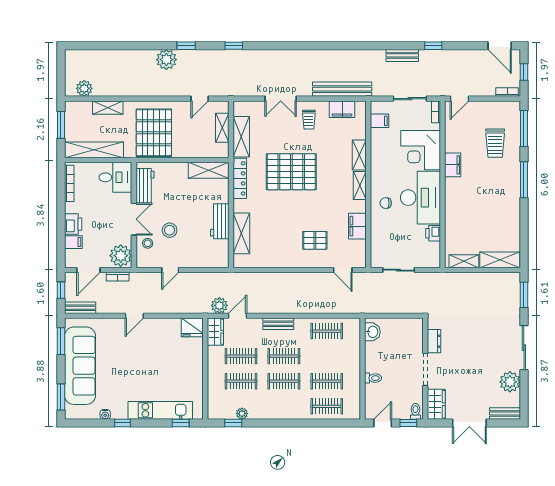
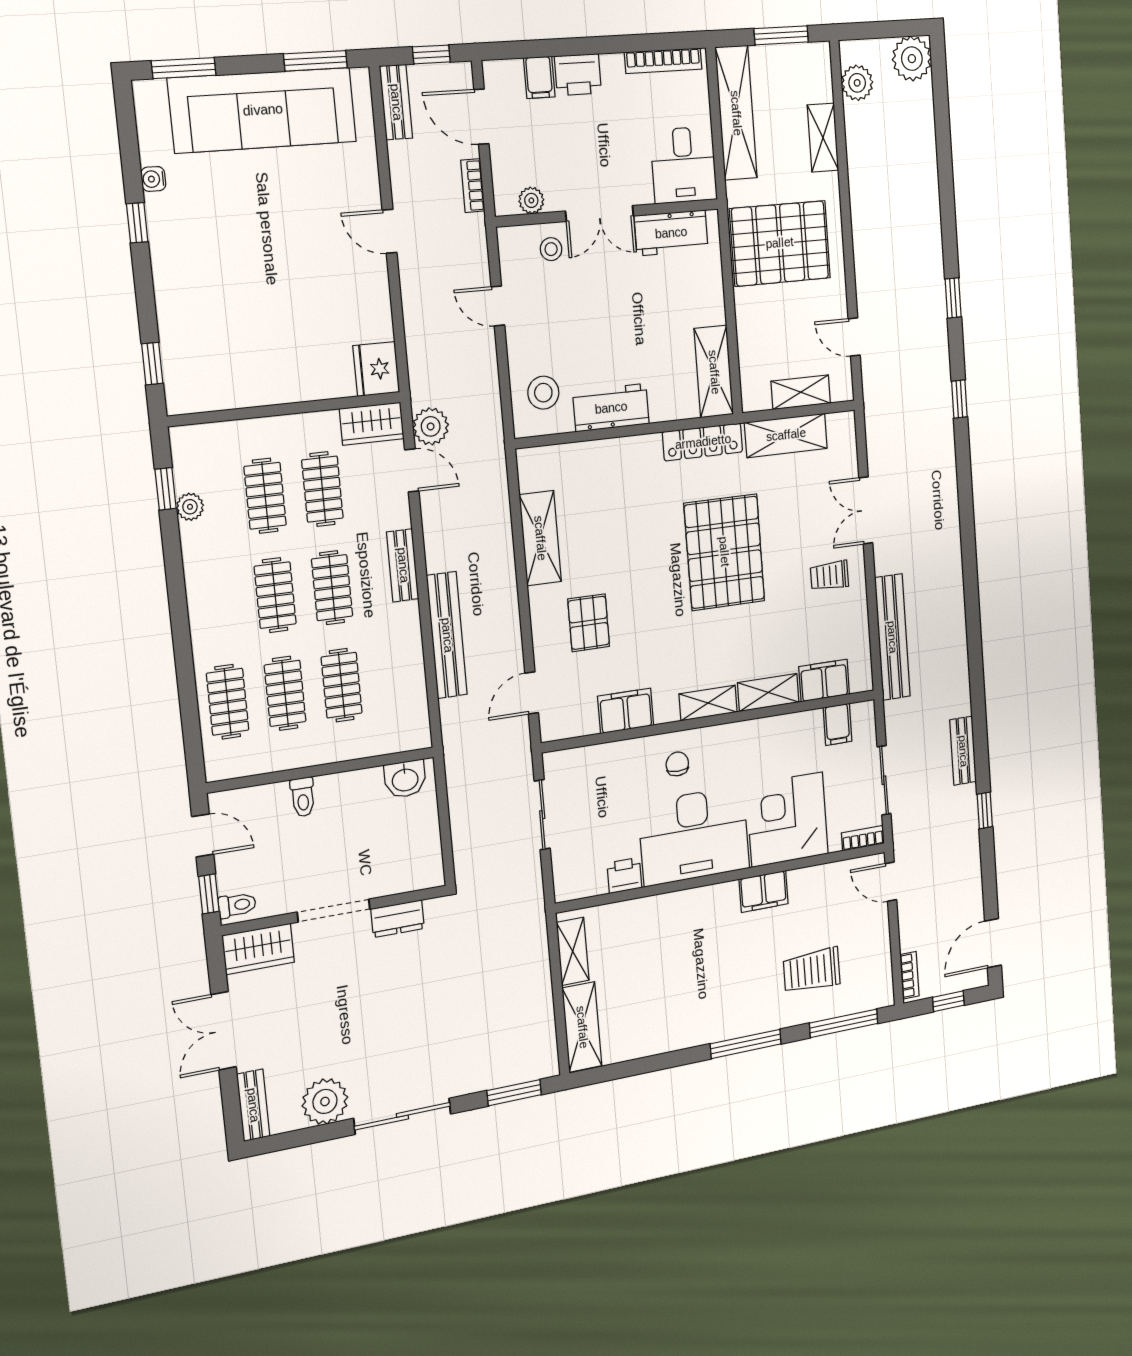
plant: (166, 60) -> (912, 59), moved
filing cabinet: (342, 109) -> (824, 680), moved, turned 90
stool: (170, 230) -> (543, 393), moved
shelving: (241, 233) -> (540, 538), moved, turned 90
plant: (121, 256) -> (531, 200), width x0.53, depth x0.53
bench: (311, 307) -> (447, 635), added
clothes rail: (327, 331) -> (342, 685), moved
kitchen unit: (160, 410) -> (177, 311), removed

